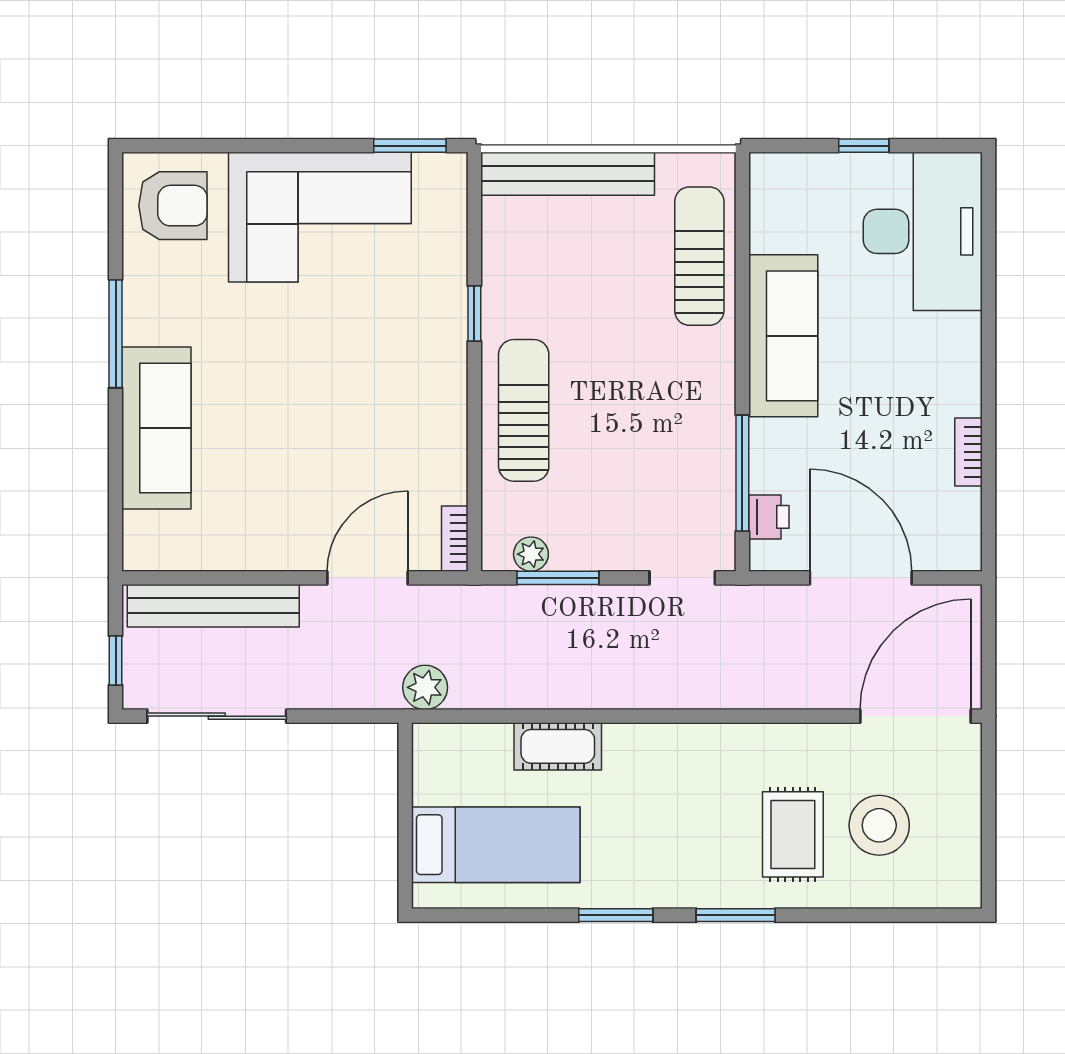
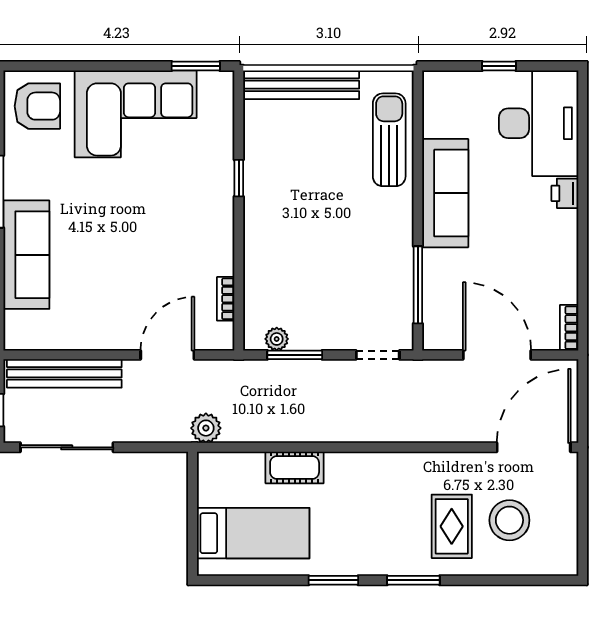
sun lounger: (524, 410) -> (272, 243), removed
bookcase: (969, 452) -> (569, 328), moved
printer: (769, 517) -> (565, 193), moved, turned 180
bookcase: (455, 539) -> (226, 299), moved

